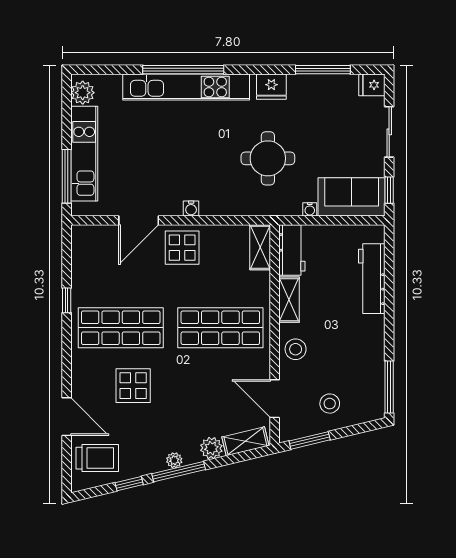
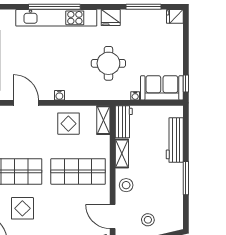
sliding door: (389, 132) -> (186, 46), removed
door: (139, 220) -> (26, 103), swing flipped
display table: (182, 248) -> (68, 124), moved
window: (389, 387) -> (186, 178), moved

